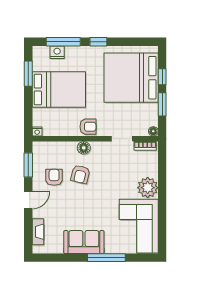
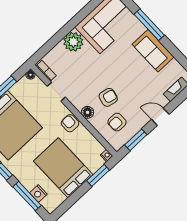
window: (28, 74) -> (98, 175), moved
armchair: (54, 177) -> (117, 122), moved

